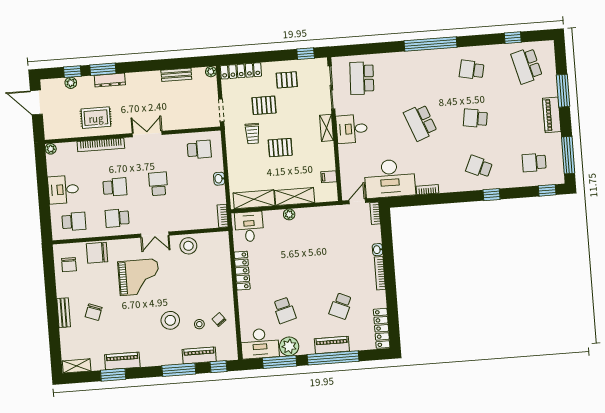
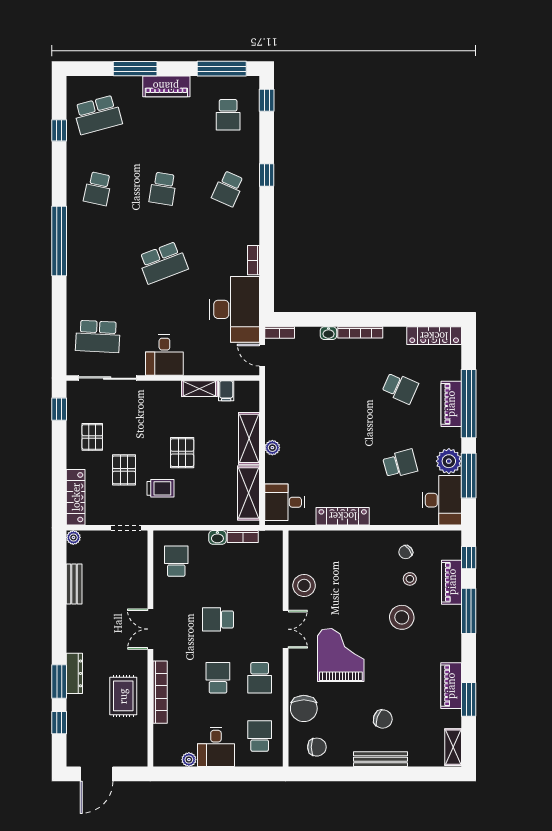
plant: (71, 83) -> (74, 726), removed
shelving: (326, 128) -> (199, 389), moved
plant: (51, 149) -> (189, 760), moved
bookcase: (223, 216) -> (243, 537), moved
bench: (64, 313) -> (381, 759), width x1.36

